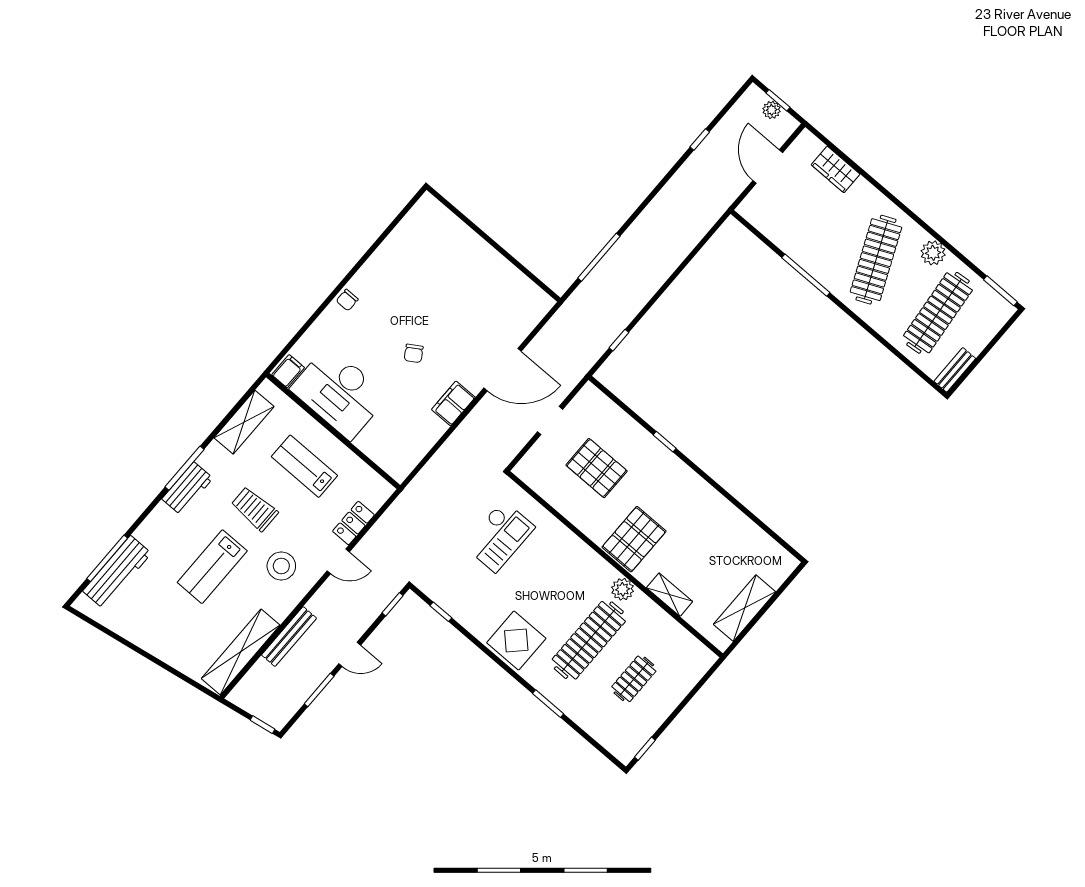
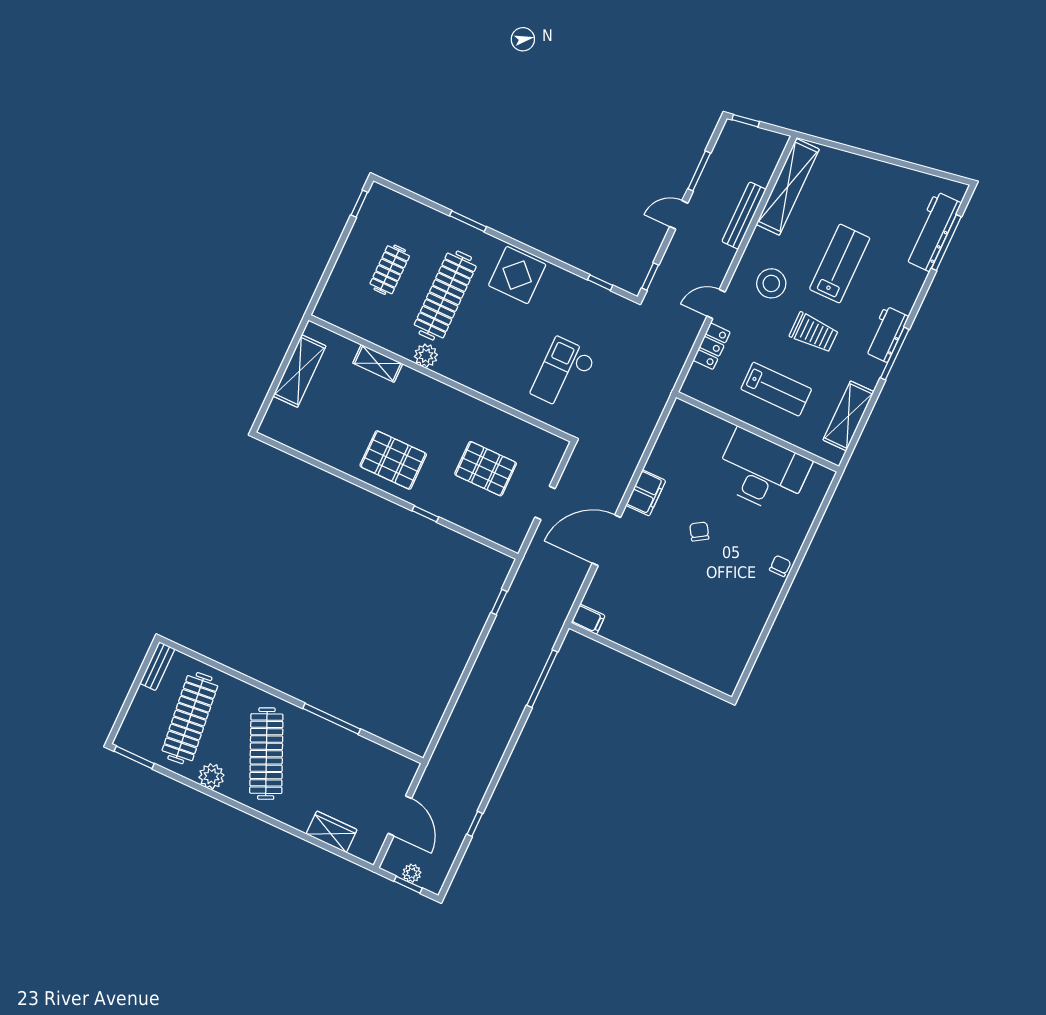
filing cabinet: (288, 371) -> (588, 619), moved, turned -90
pallet: (634, 539) -> (393, 460), moved, turned 90

